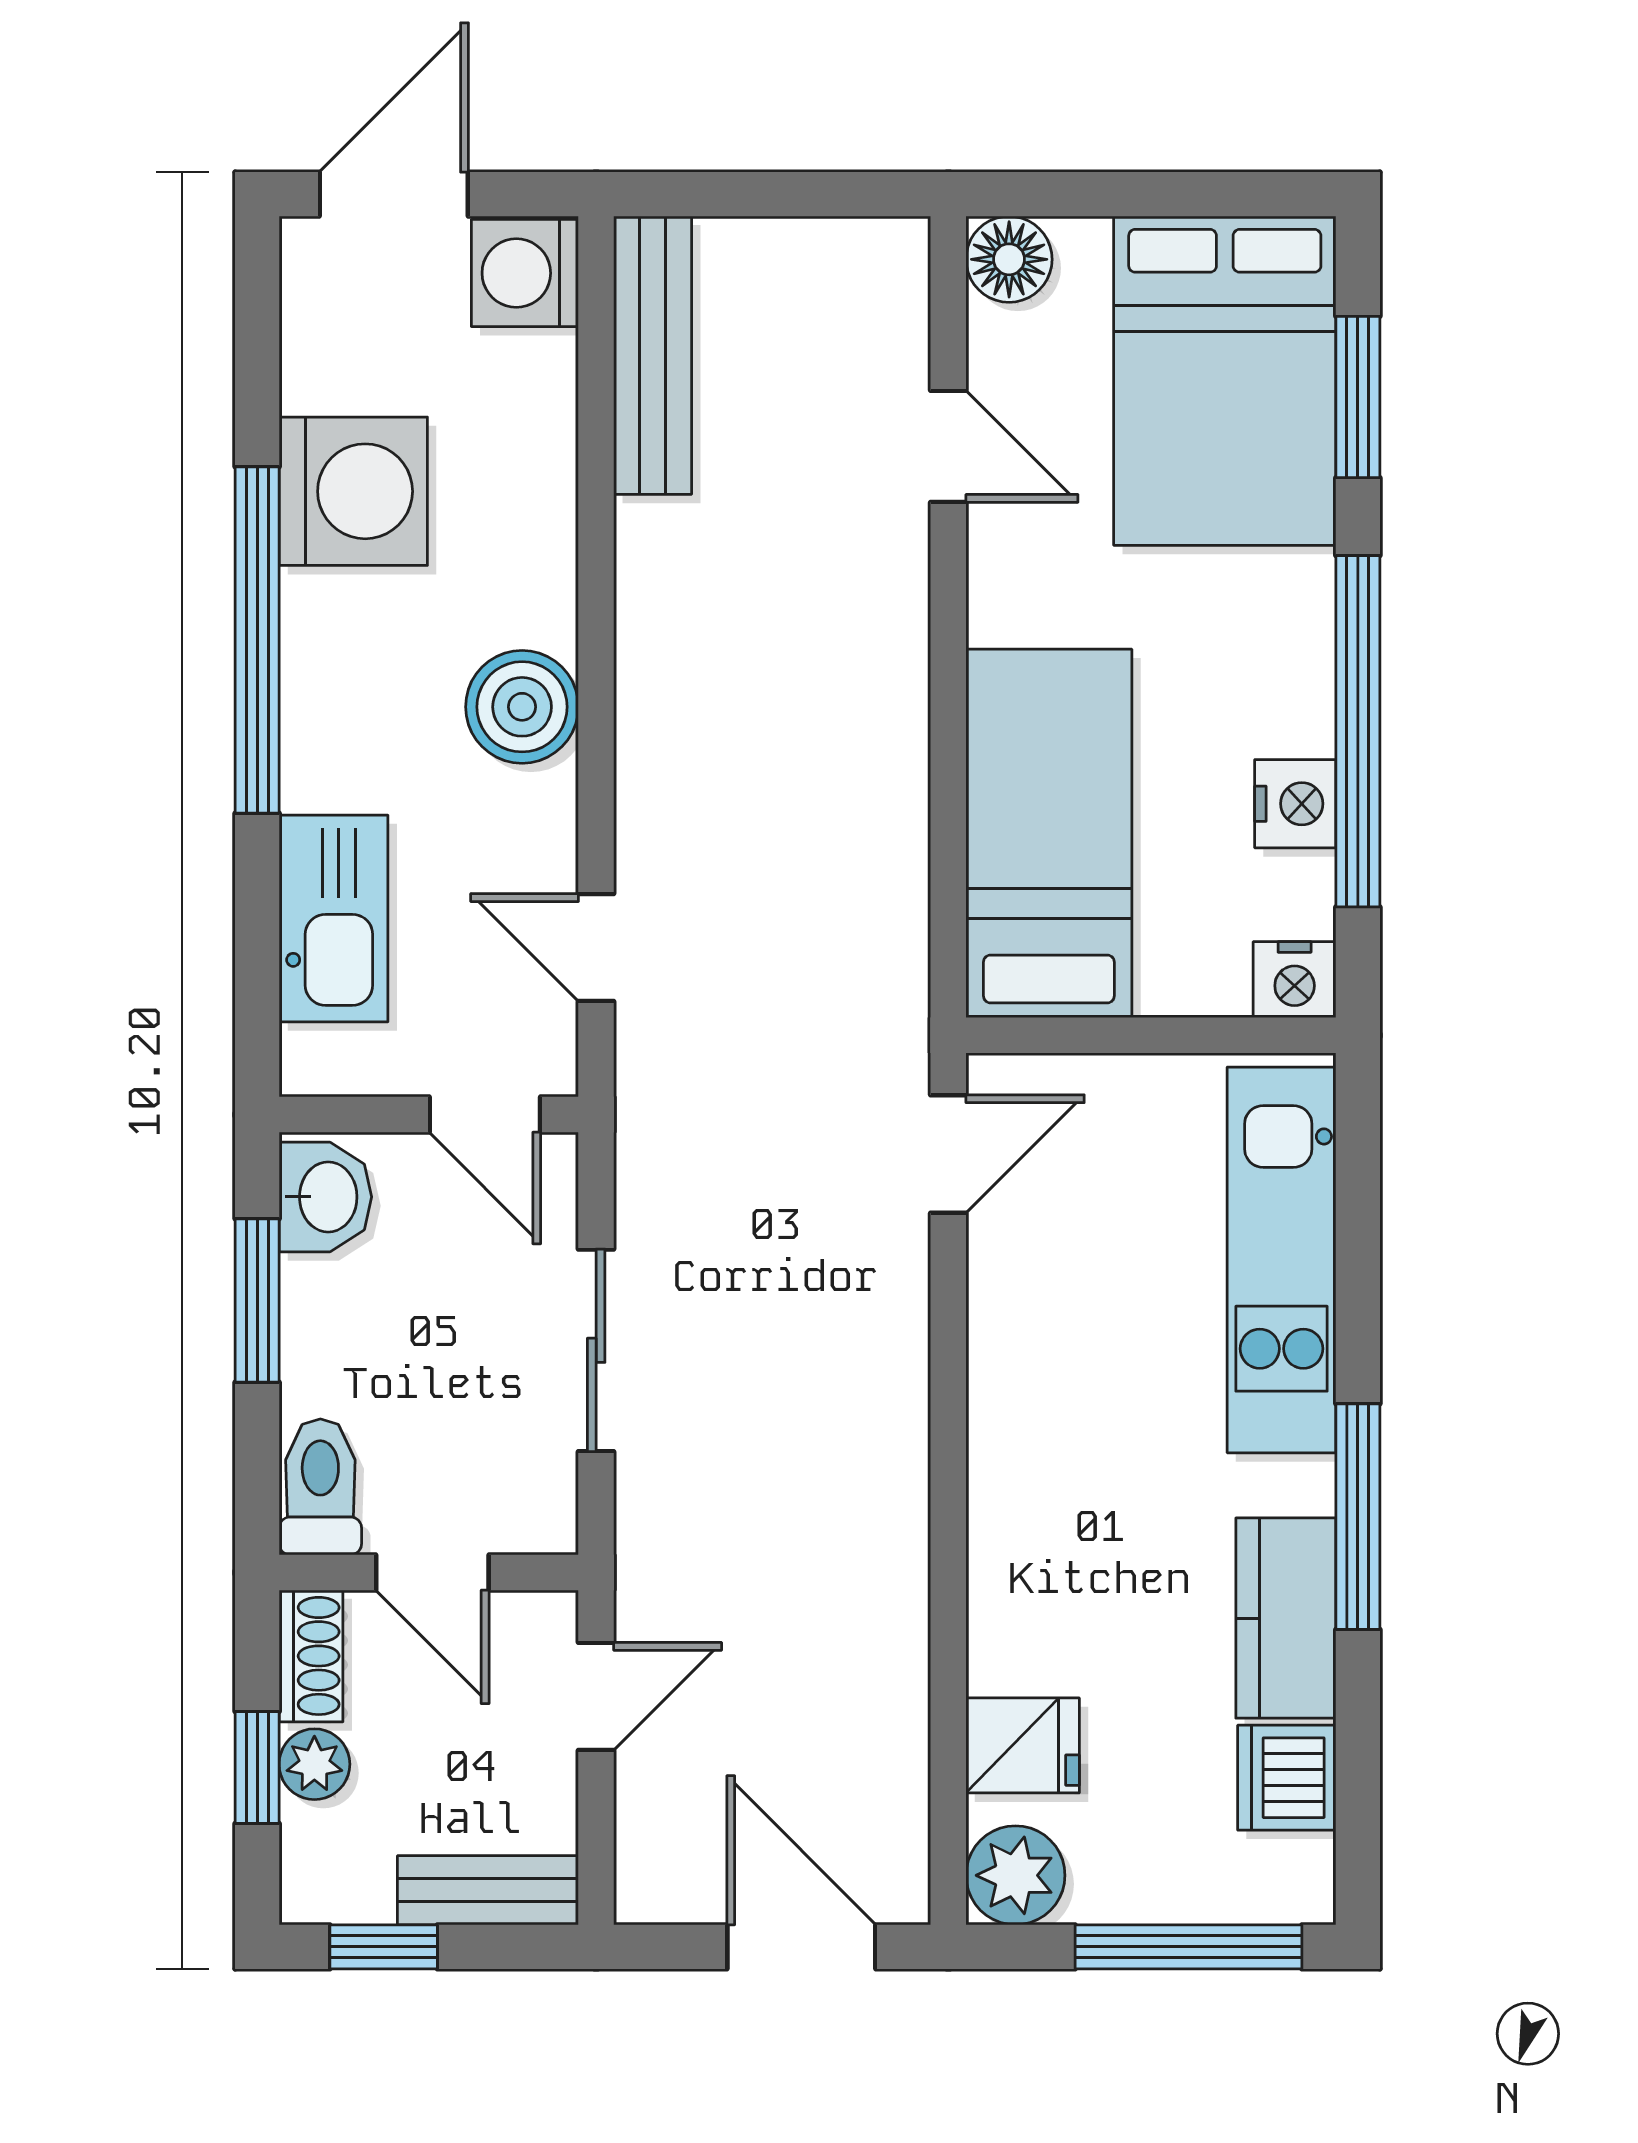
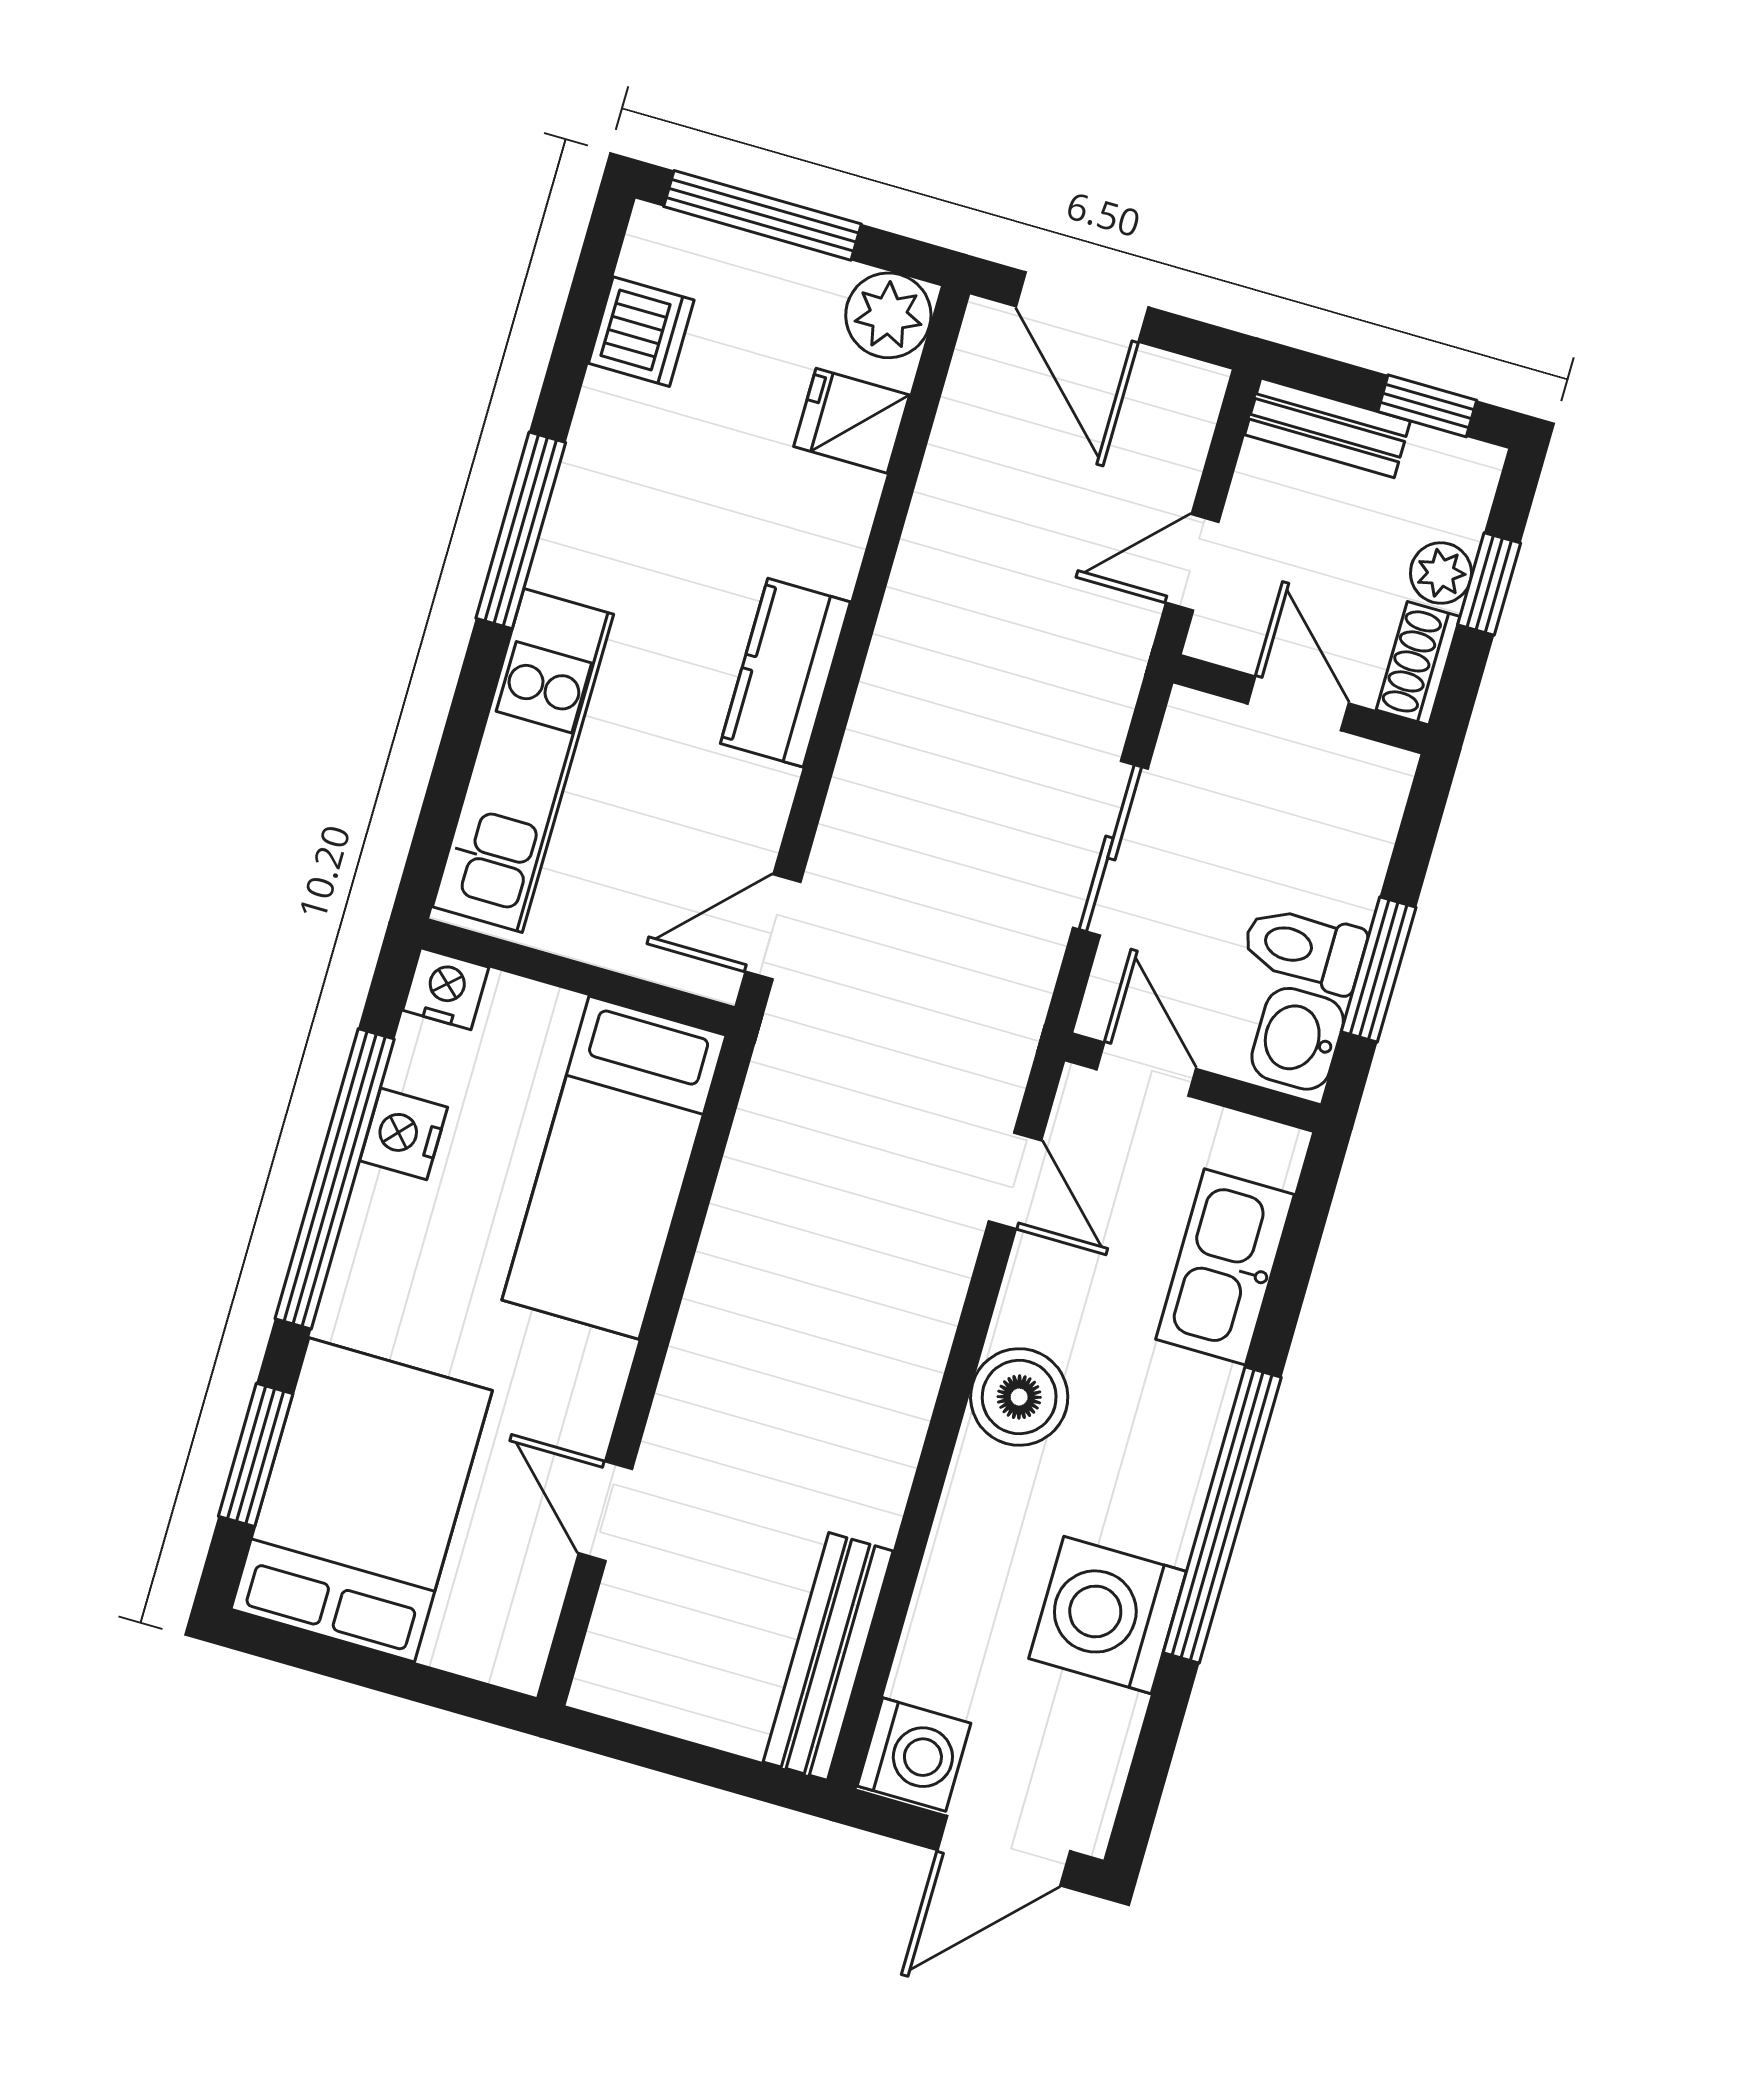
floor lamp: (1009, 259) -> (511, 1651), removed
toilet: (320, 1487) -> (1304, 949), moved, turned 90
kitchen counter: (1286, 1618) -> (785, 673), moved, turned 180

